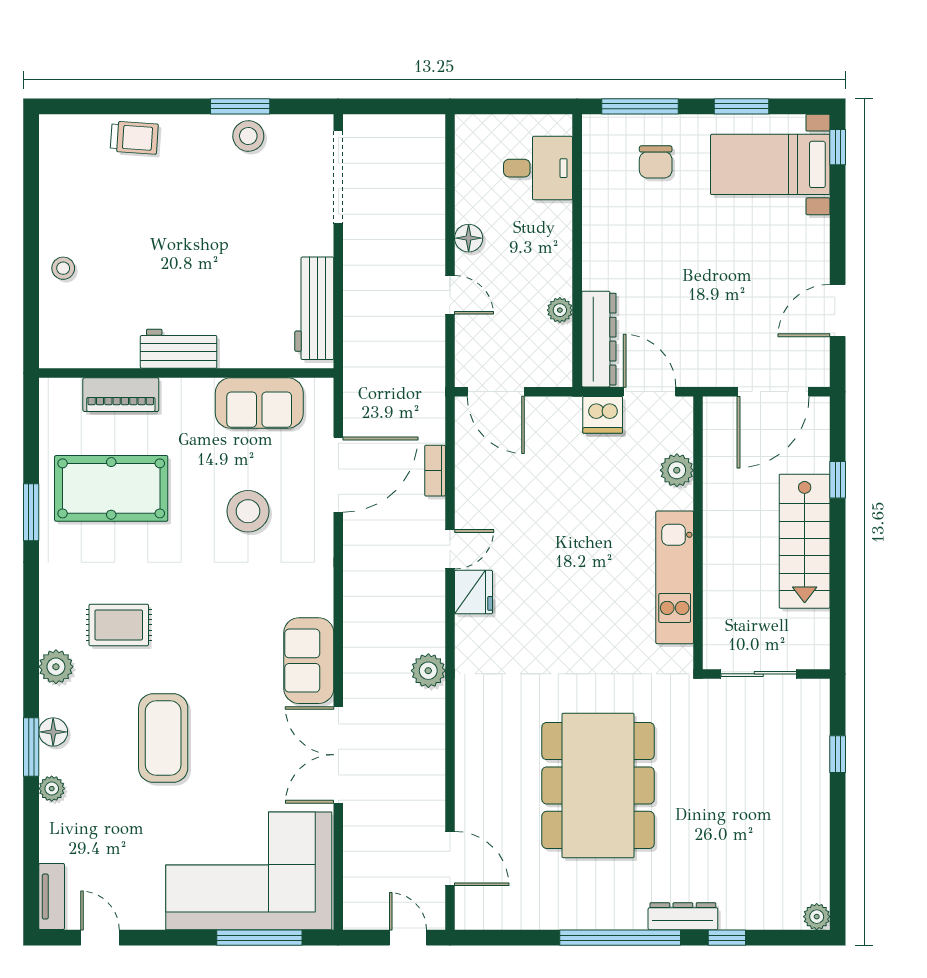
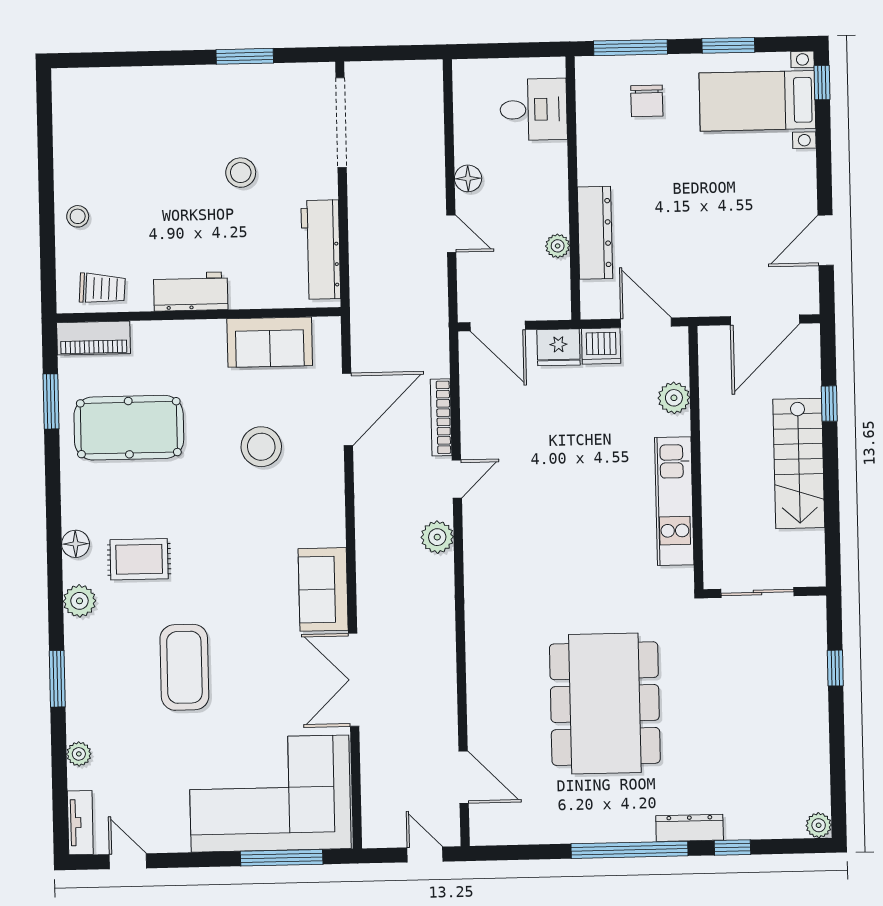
stool: (248, 136) -> (241, 173), moved
trolley: (134, 138) -> (102, 288), moved
dresser: (599, 339) -> (595, 233), moved
piano: (121, 395) -> (94, 338), moved
bookcase: (435, 471) -> (441, 417), width x1.56
window: (31, 512) -> (51, 401), moved
fridge: (473, 592) -> (559, 347), moved, turned 90
plant: (428, 671) -> (437, 537), moved
floor lamp: (53, 732) -> (75, 544), moved
plant: (52, 789) -> (79, 754), moved

